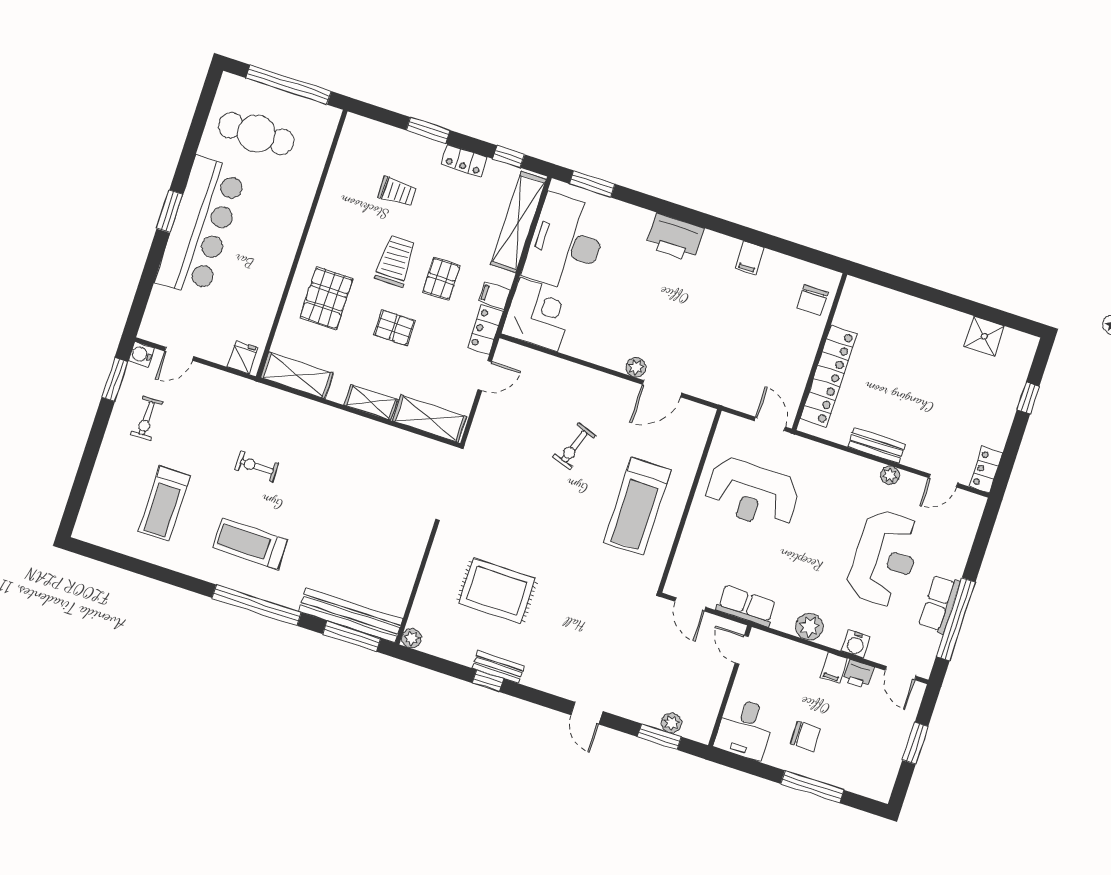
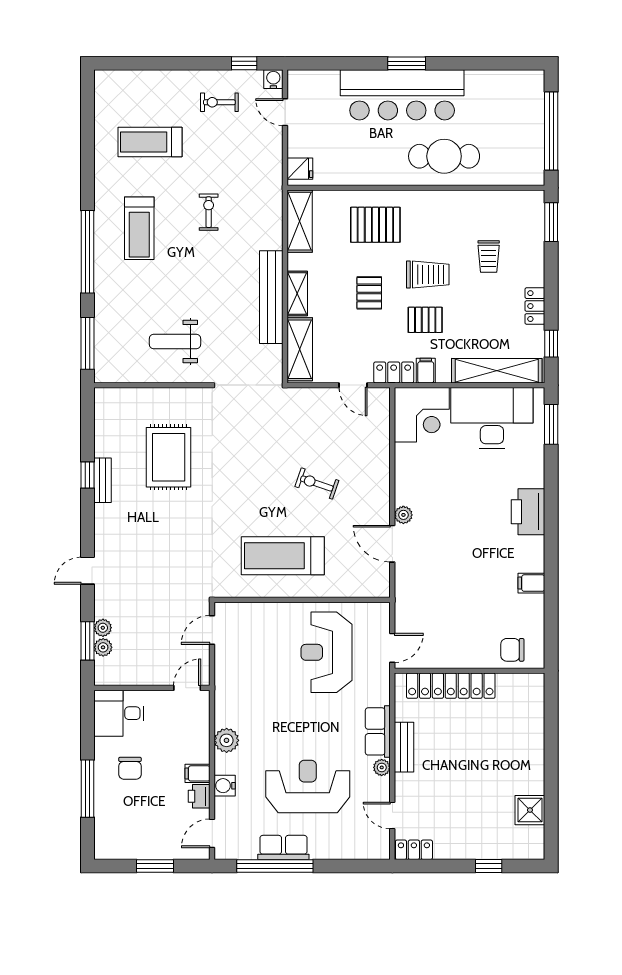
window: (428, 130) -> (551, 222), moved
cafe table: (256, 134) -> (444, 156), moved, turned 90
window: (115, 380) -> (244, 63), width x0.67
treadmill: (250, 544) -> (139, 228), turned 180
weight bench: (379, 545) -> (175, 342), added
reception desk: (884, 558) -> (308, 786), turned 180
row of seats: (746, 606) -> (378, 731), moved, turned 180
bench: (350, 615) -> (271, 297), moved
plant: (411, 638) -> (103, 628), moved

